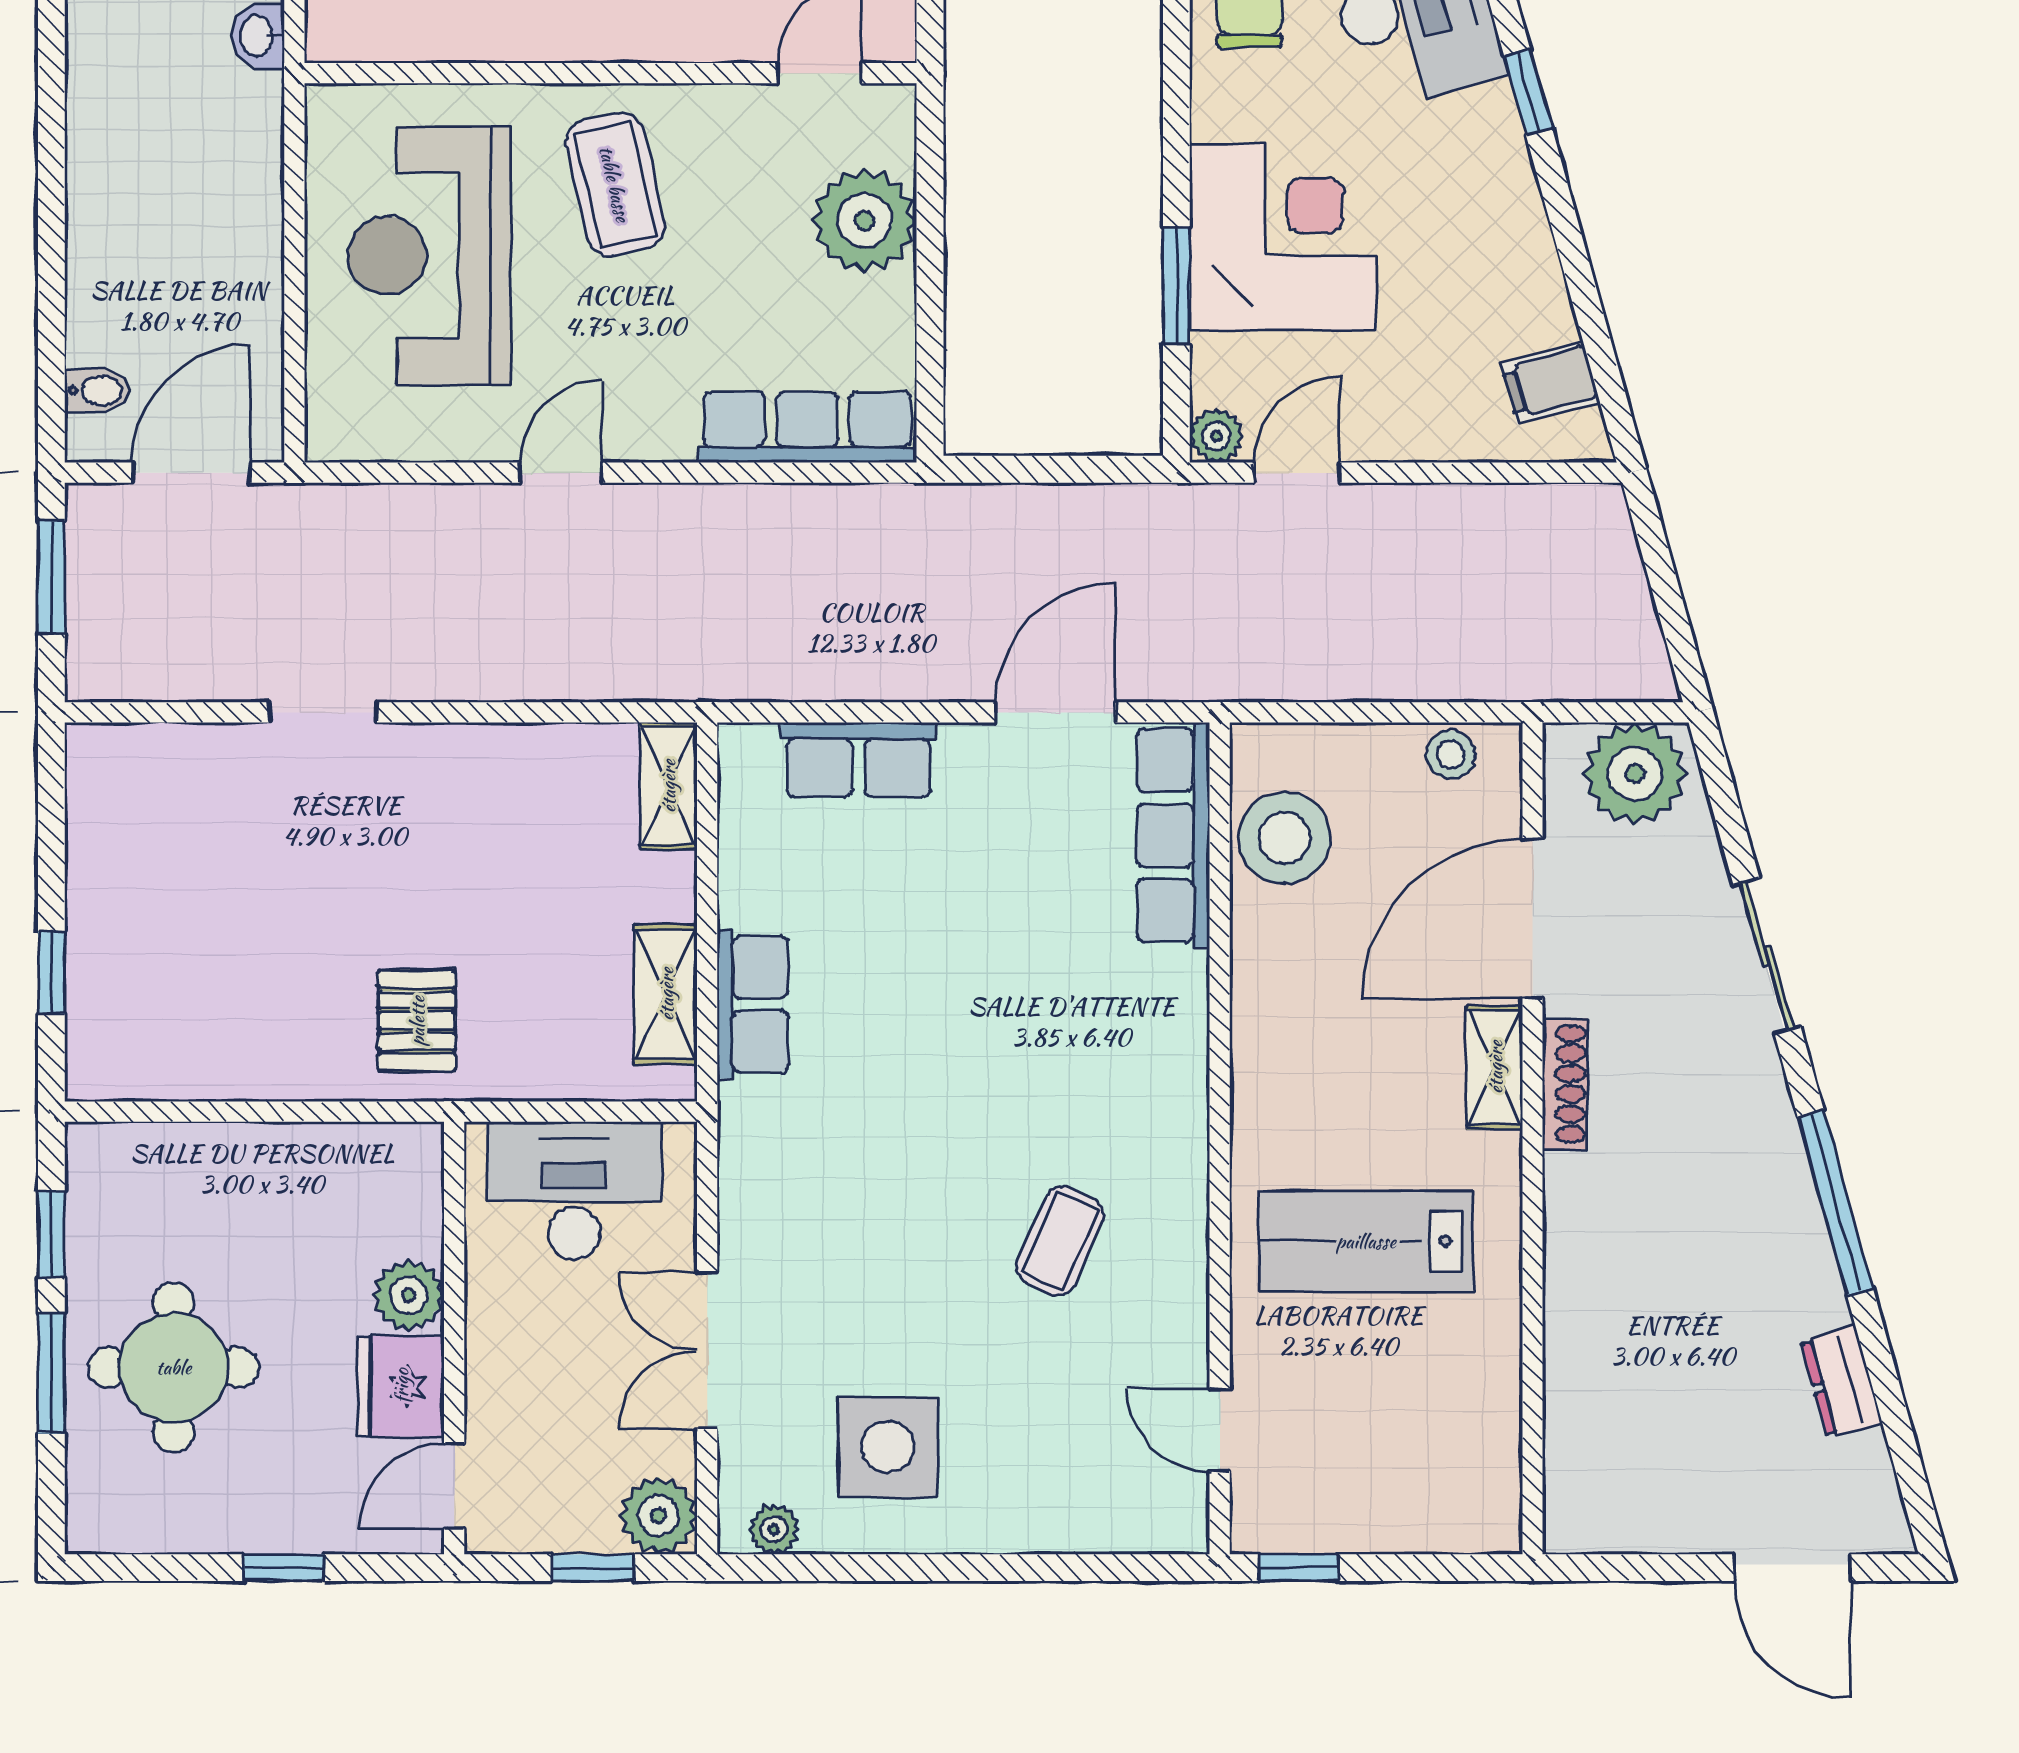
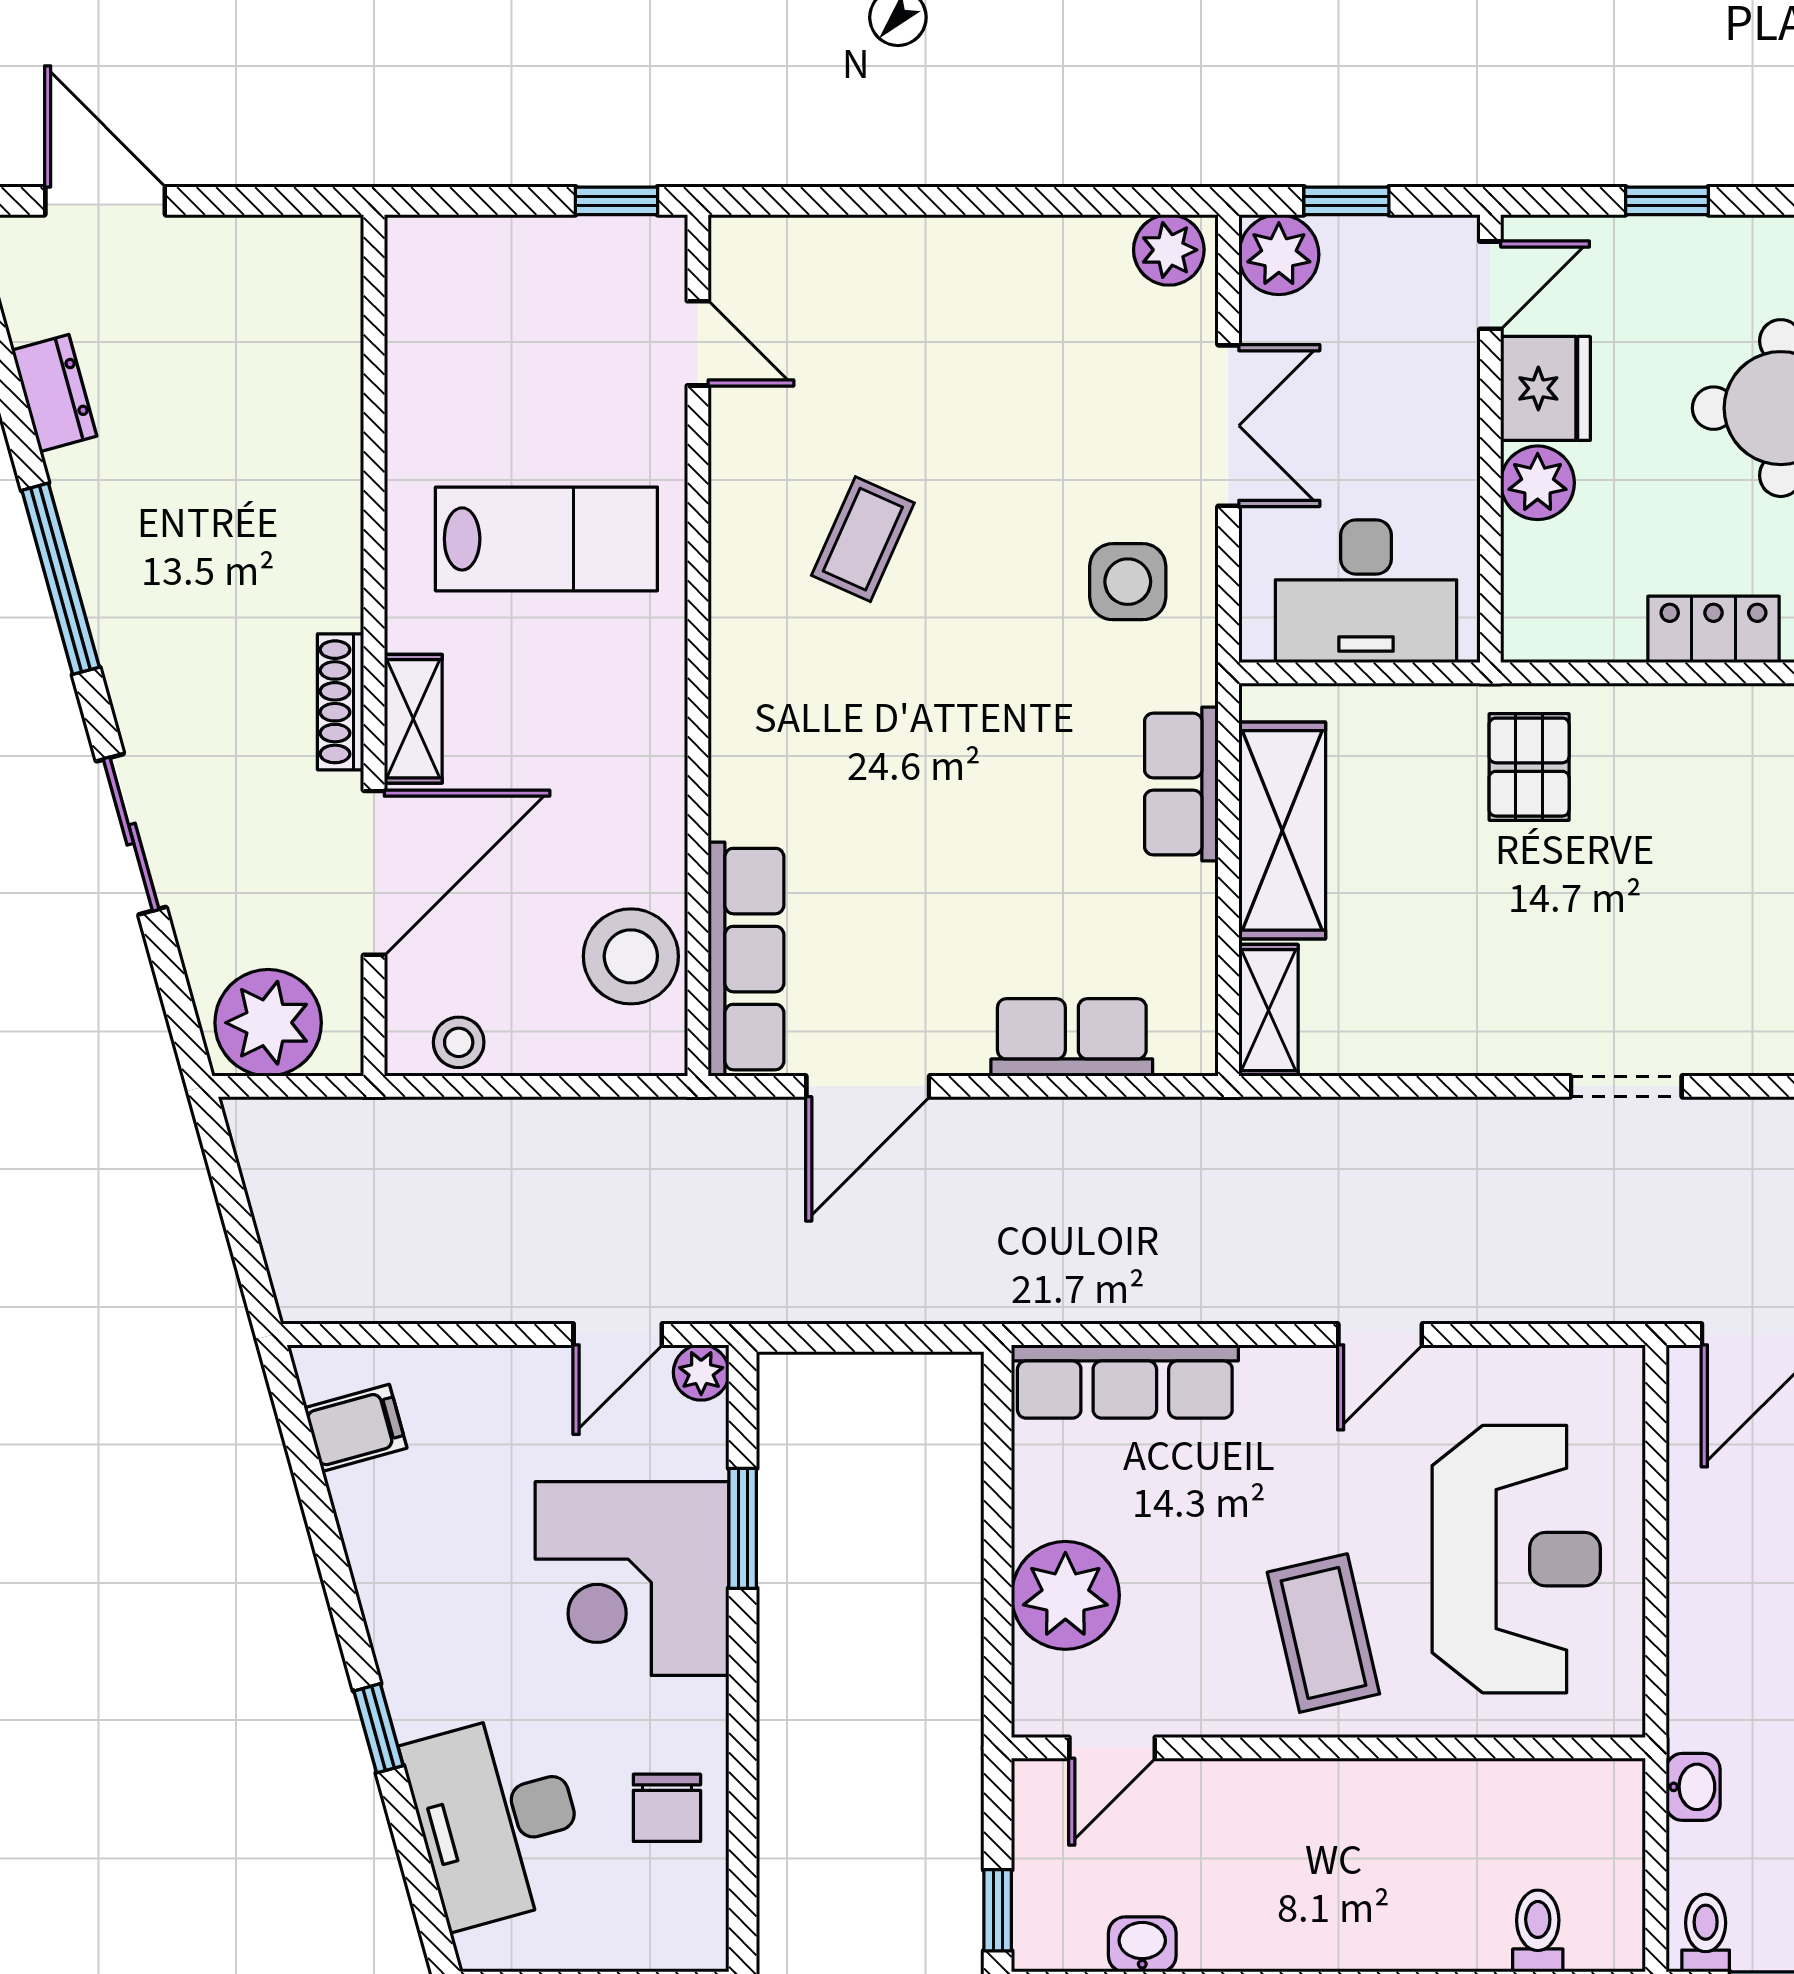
shelving: (666, 994) -> (1282, 830), width x1.50, depth x1.33
locker: (239, 1154) -> (1713, 629), added
side table: (888, 1447) -> (1128, 582), moved, width x0.73, depth x0.73
plant: (774, 1530) -> (1169, 250), width x1.38, depth x1.38

